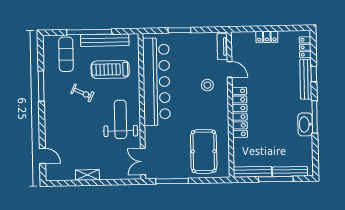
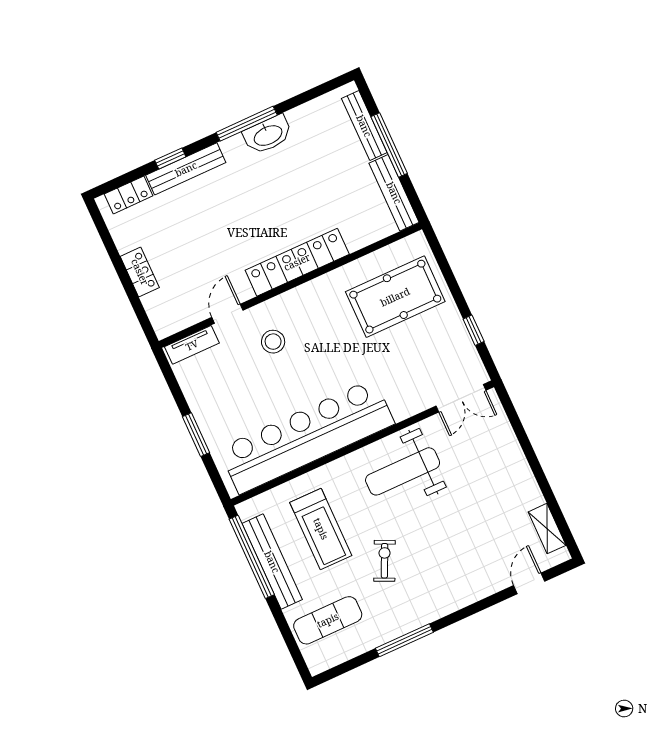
window: (89, 32) -> (252, 557), moved
shelving: (87, 175) -> (547, 529), moved
window: (172, 181) -> (474, 330), width x0.46

